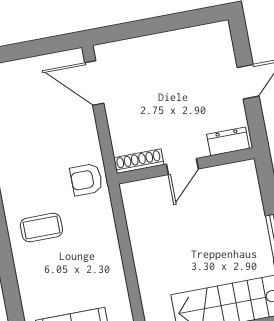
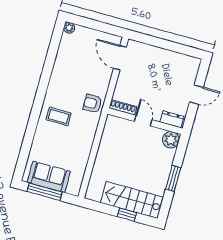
door: (182, 167) -> (143, 121), swing flipped
plant: (243, 176) -> (171, 140), added

